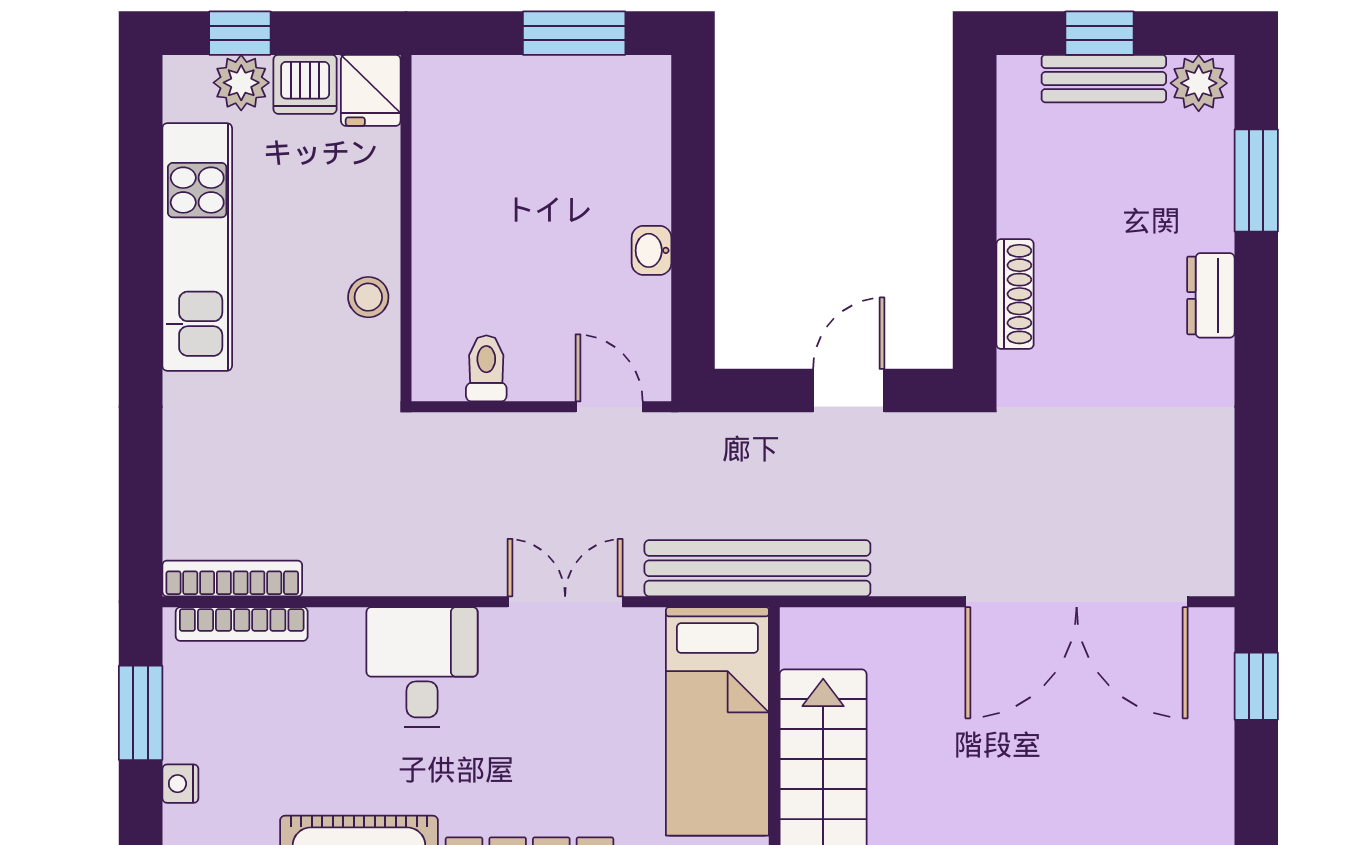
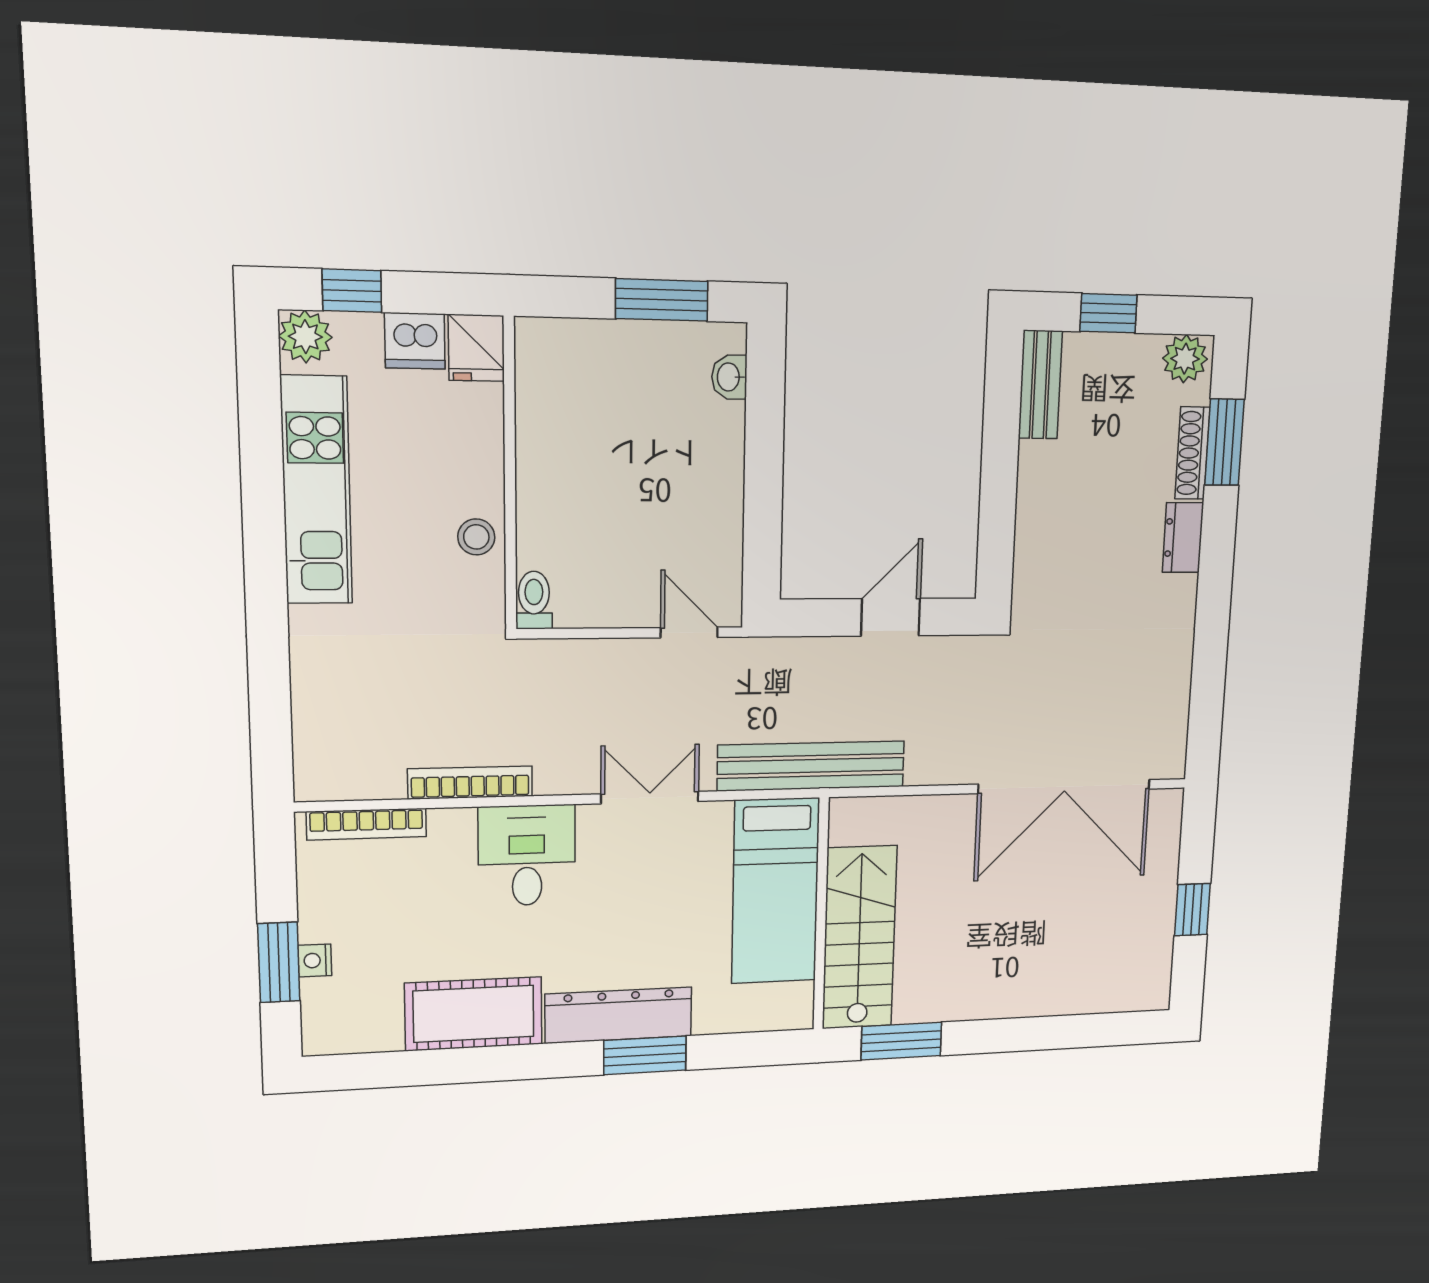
bench: (1104, 79) -> (1040, 385), moved, turned 90
plant: (241, 83) -> (305, 337), moved
washbasin: (651, 250) -> (729, 377), moved
shoe rack: (1015, 294) -> (1192, 453), moved, turned 180
toilet: (486, 368) -> (534, 600), moved
bookcase: (232, 578) -> (470, 783), moved
window: (1256, 686) -> (1192, 910), moved
window: (141, 713) -> (279, 962), moved

